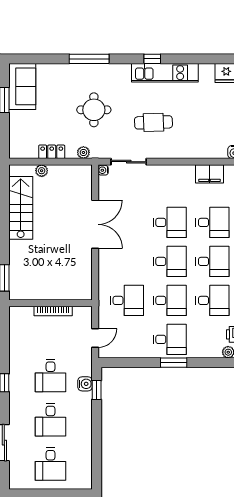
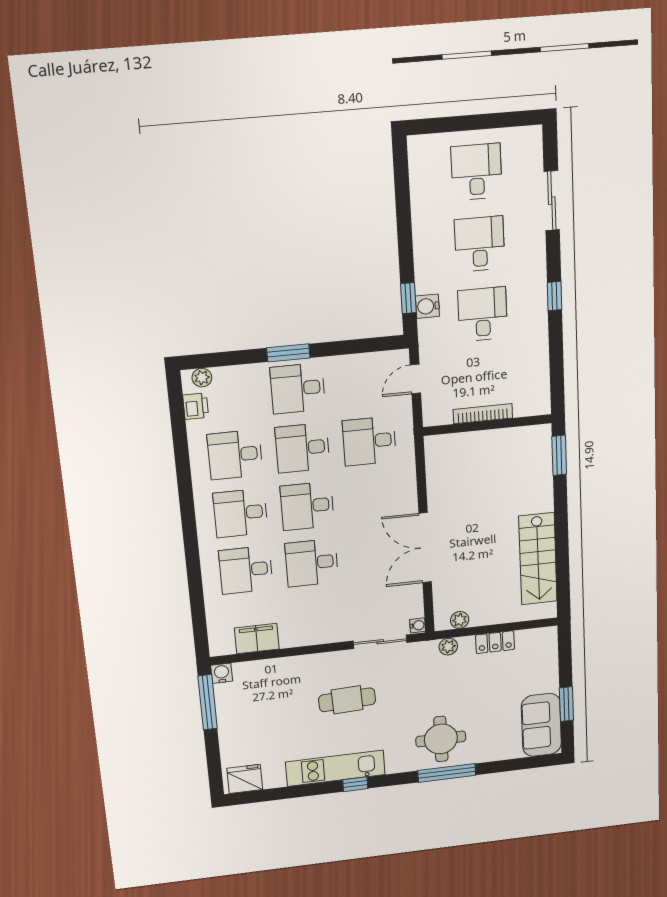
round table: (94, 110) -> (441, 739), moved
plant: (42, 171) -> (460, 620), moved

